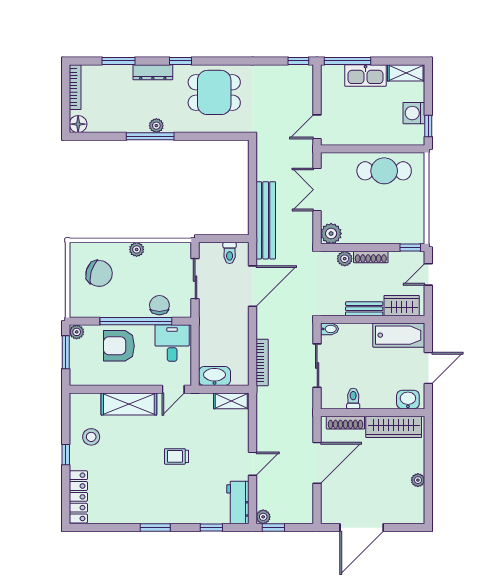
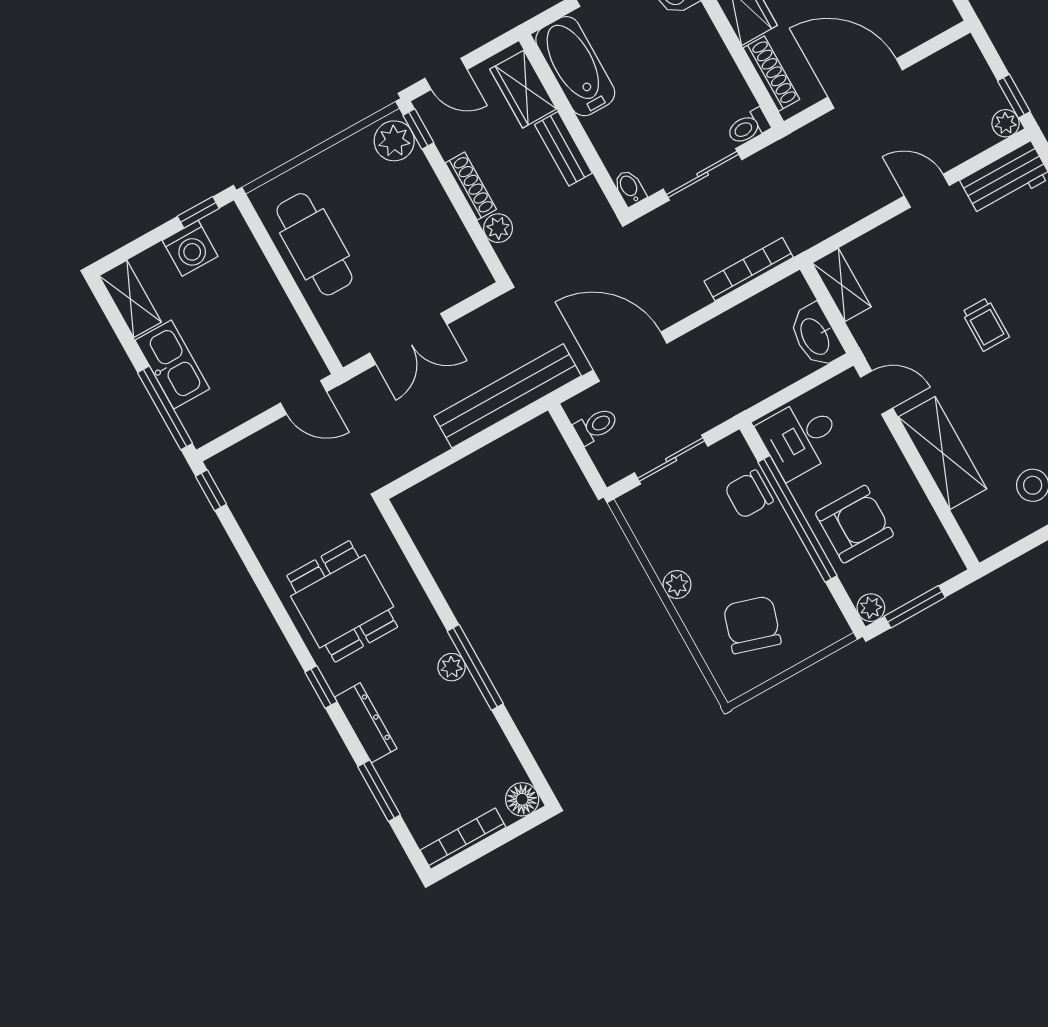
plant: (331, 234) -> (394, 141), moved
armchair: (119, 346) -> (855, 524), turned -90
toilet: (353, 399) -> (748, 127), moved

